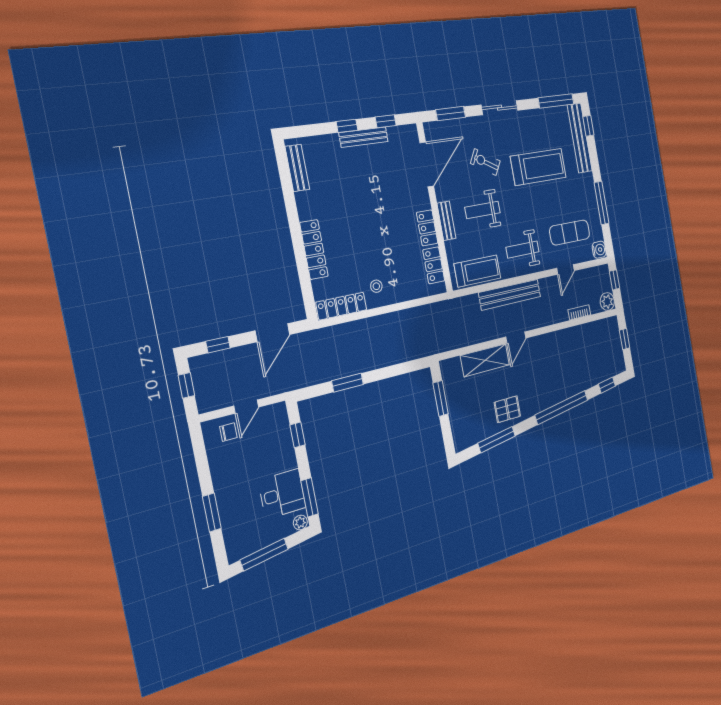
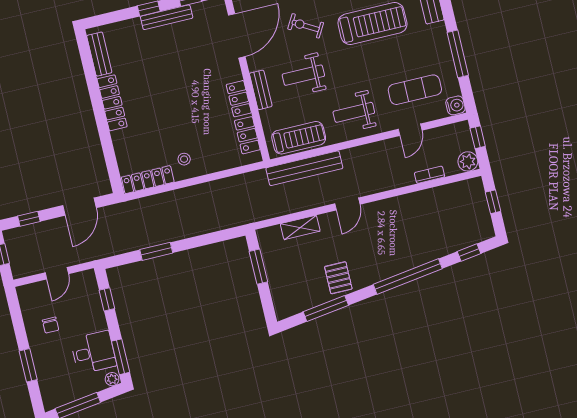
locker: (314, 250) -> (112, 103), moved
bench: (510, 295) -> (304, 168), moved
shelving: (485, 360) -> (300, 227), width x0.67, depth x0.75
pallet: (507, 409) -> (338, 278), turned 90
chair: (228, 432) -> (51, 325), moved, turned 90

